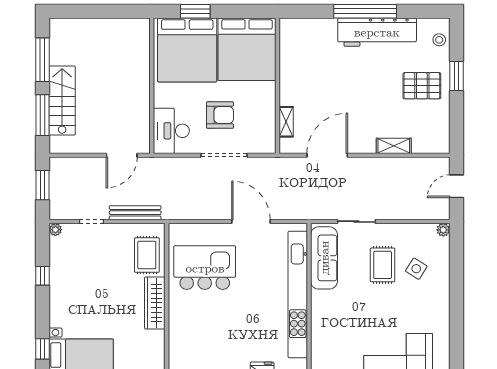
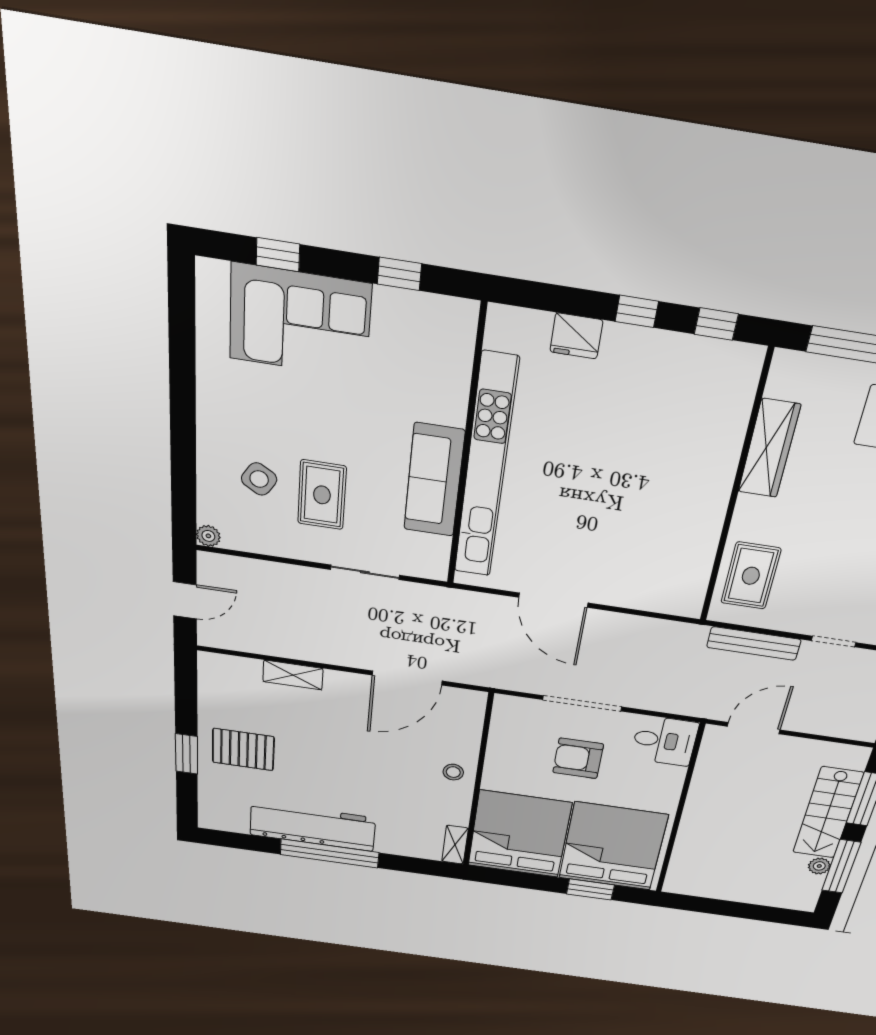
stool: (439, 40) -> (453, 772), moved
plant: (56, 58) -> (819, 866), added
shelving: (286, 122) -> (455, 845), moved
desk: (171, 131) -> (665, 741), width x0.73
sofa: (324, 258) -> (434, 480), moved
kitchen island: (205, 268) -> (651, 540), removed
wardrobe: (155, 303) -> (769, 448), moved

